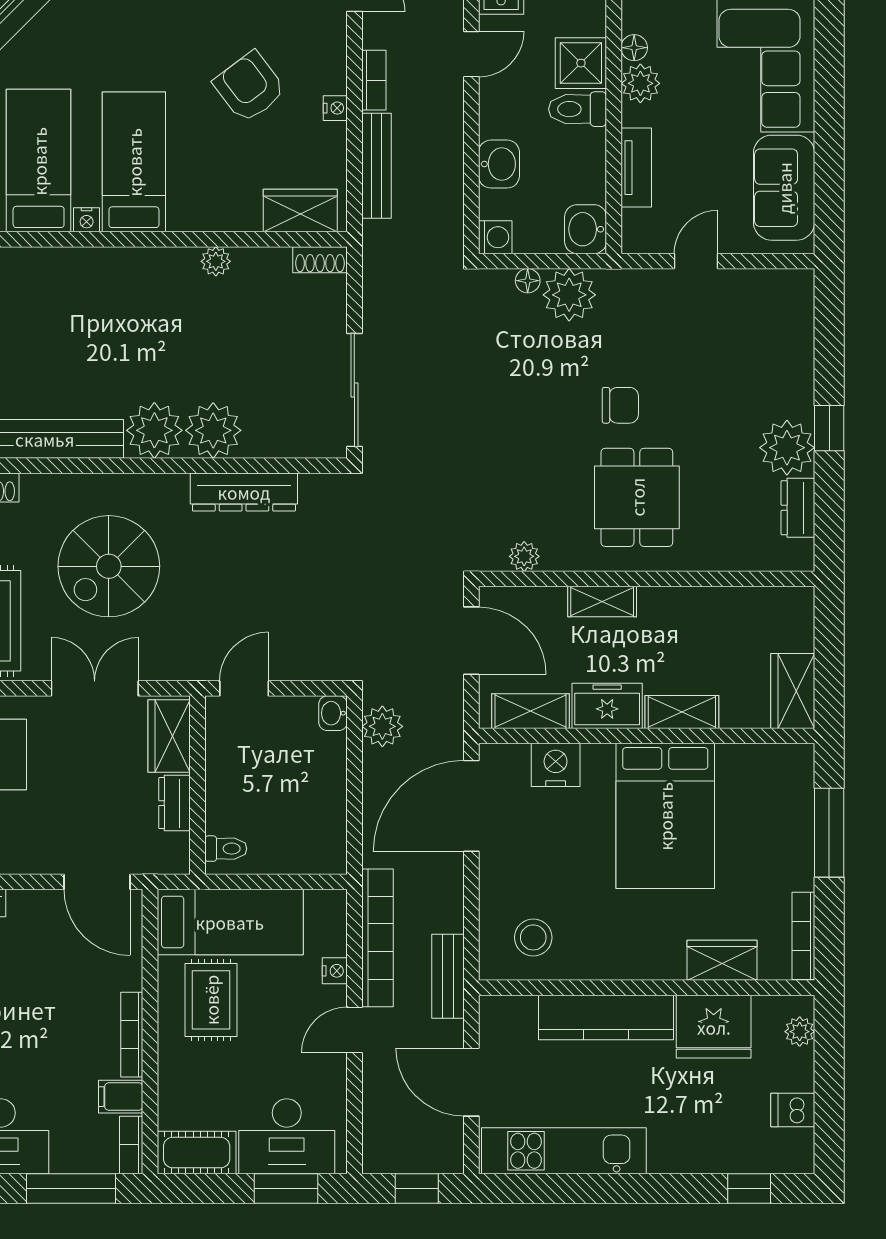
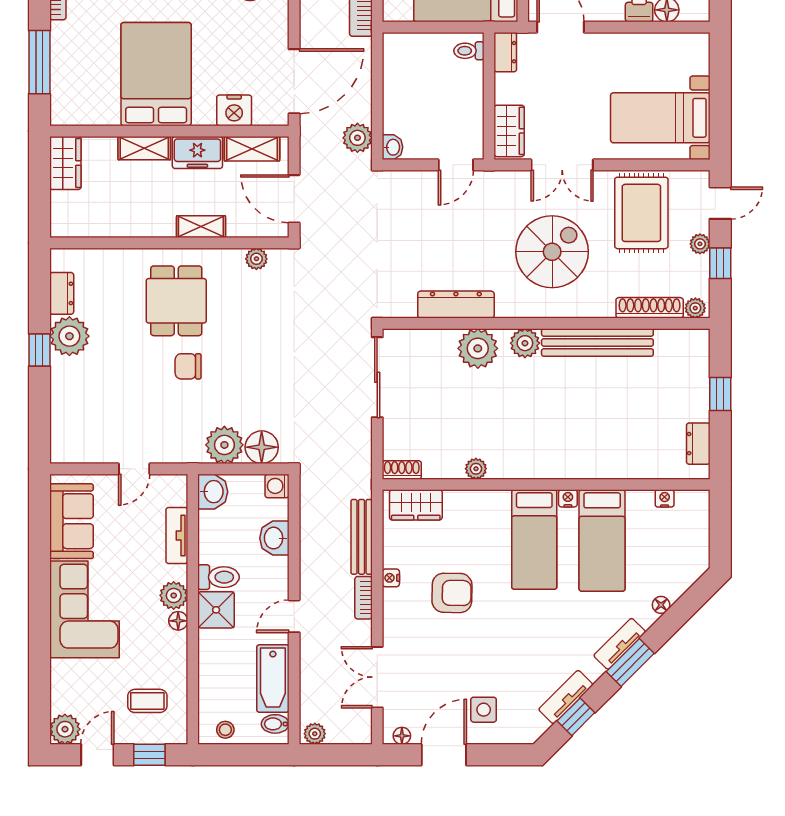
armchair: (250, 87) -> (452, 593), turned -52
floor lamp: (528, 281) -> (262, 447), width x1.89, depth x1.89
plant: (154, 430) -> (525, 343), width x0.73, depth x0.73
dresser: (175, 803) -> (505, 52), moved

